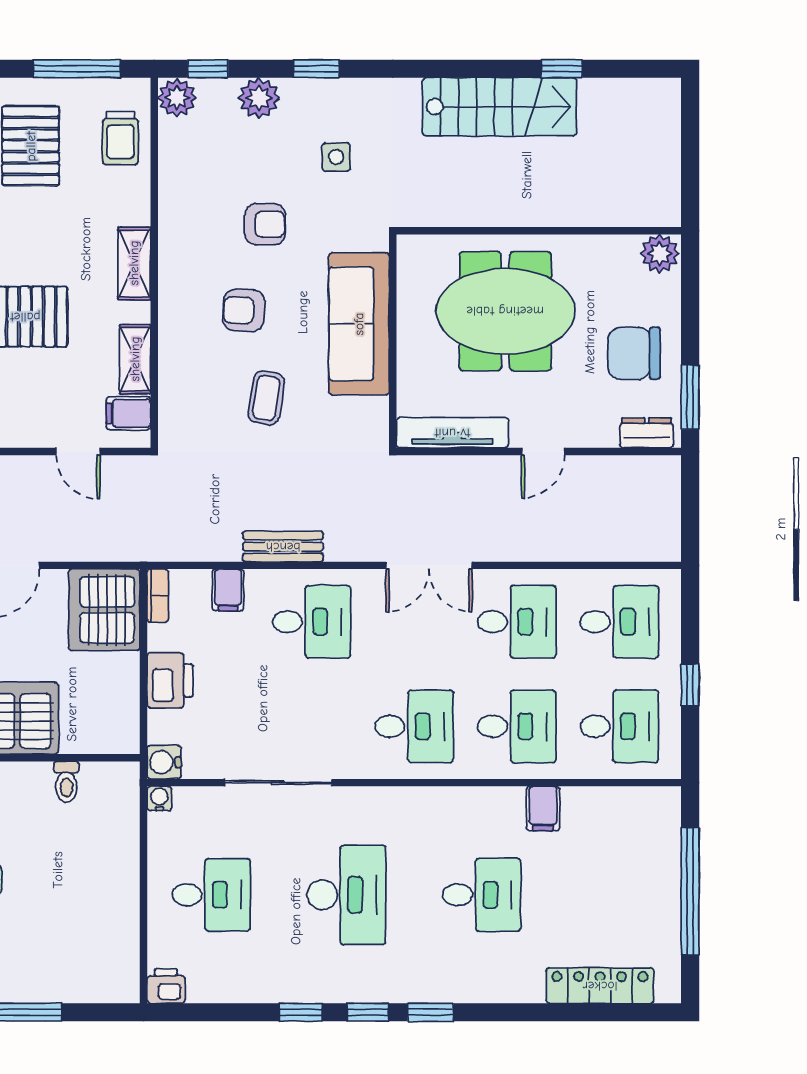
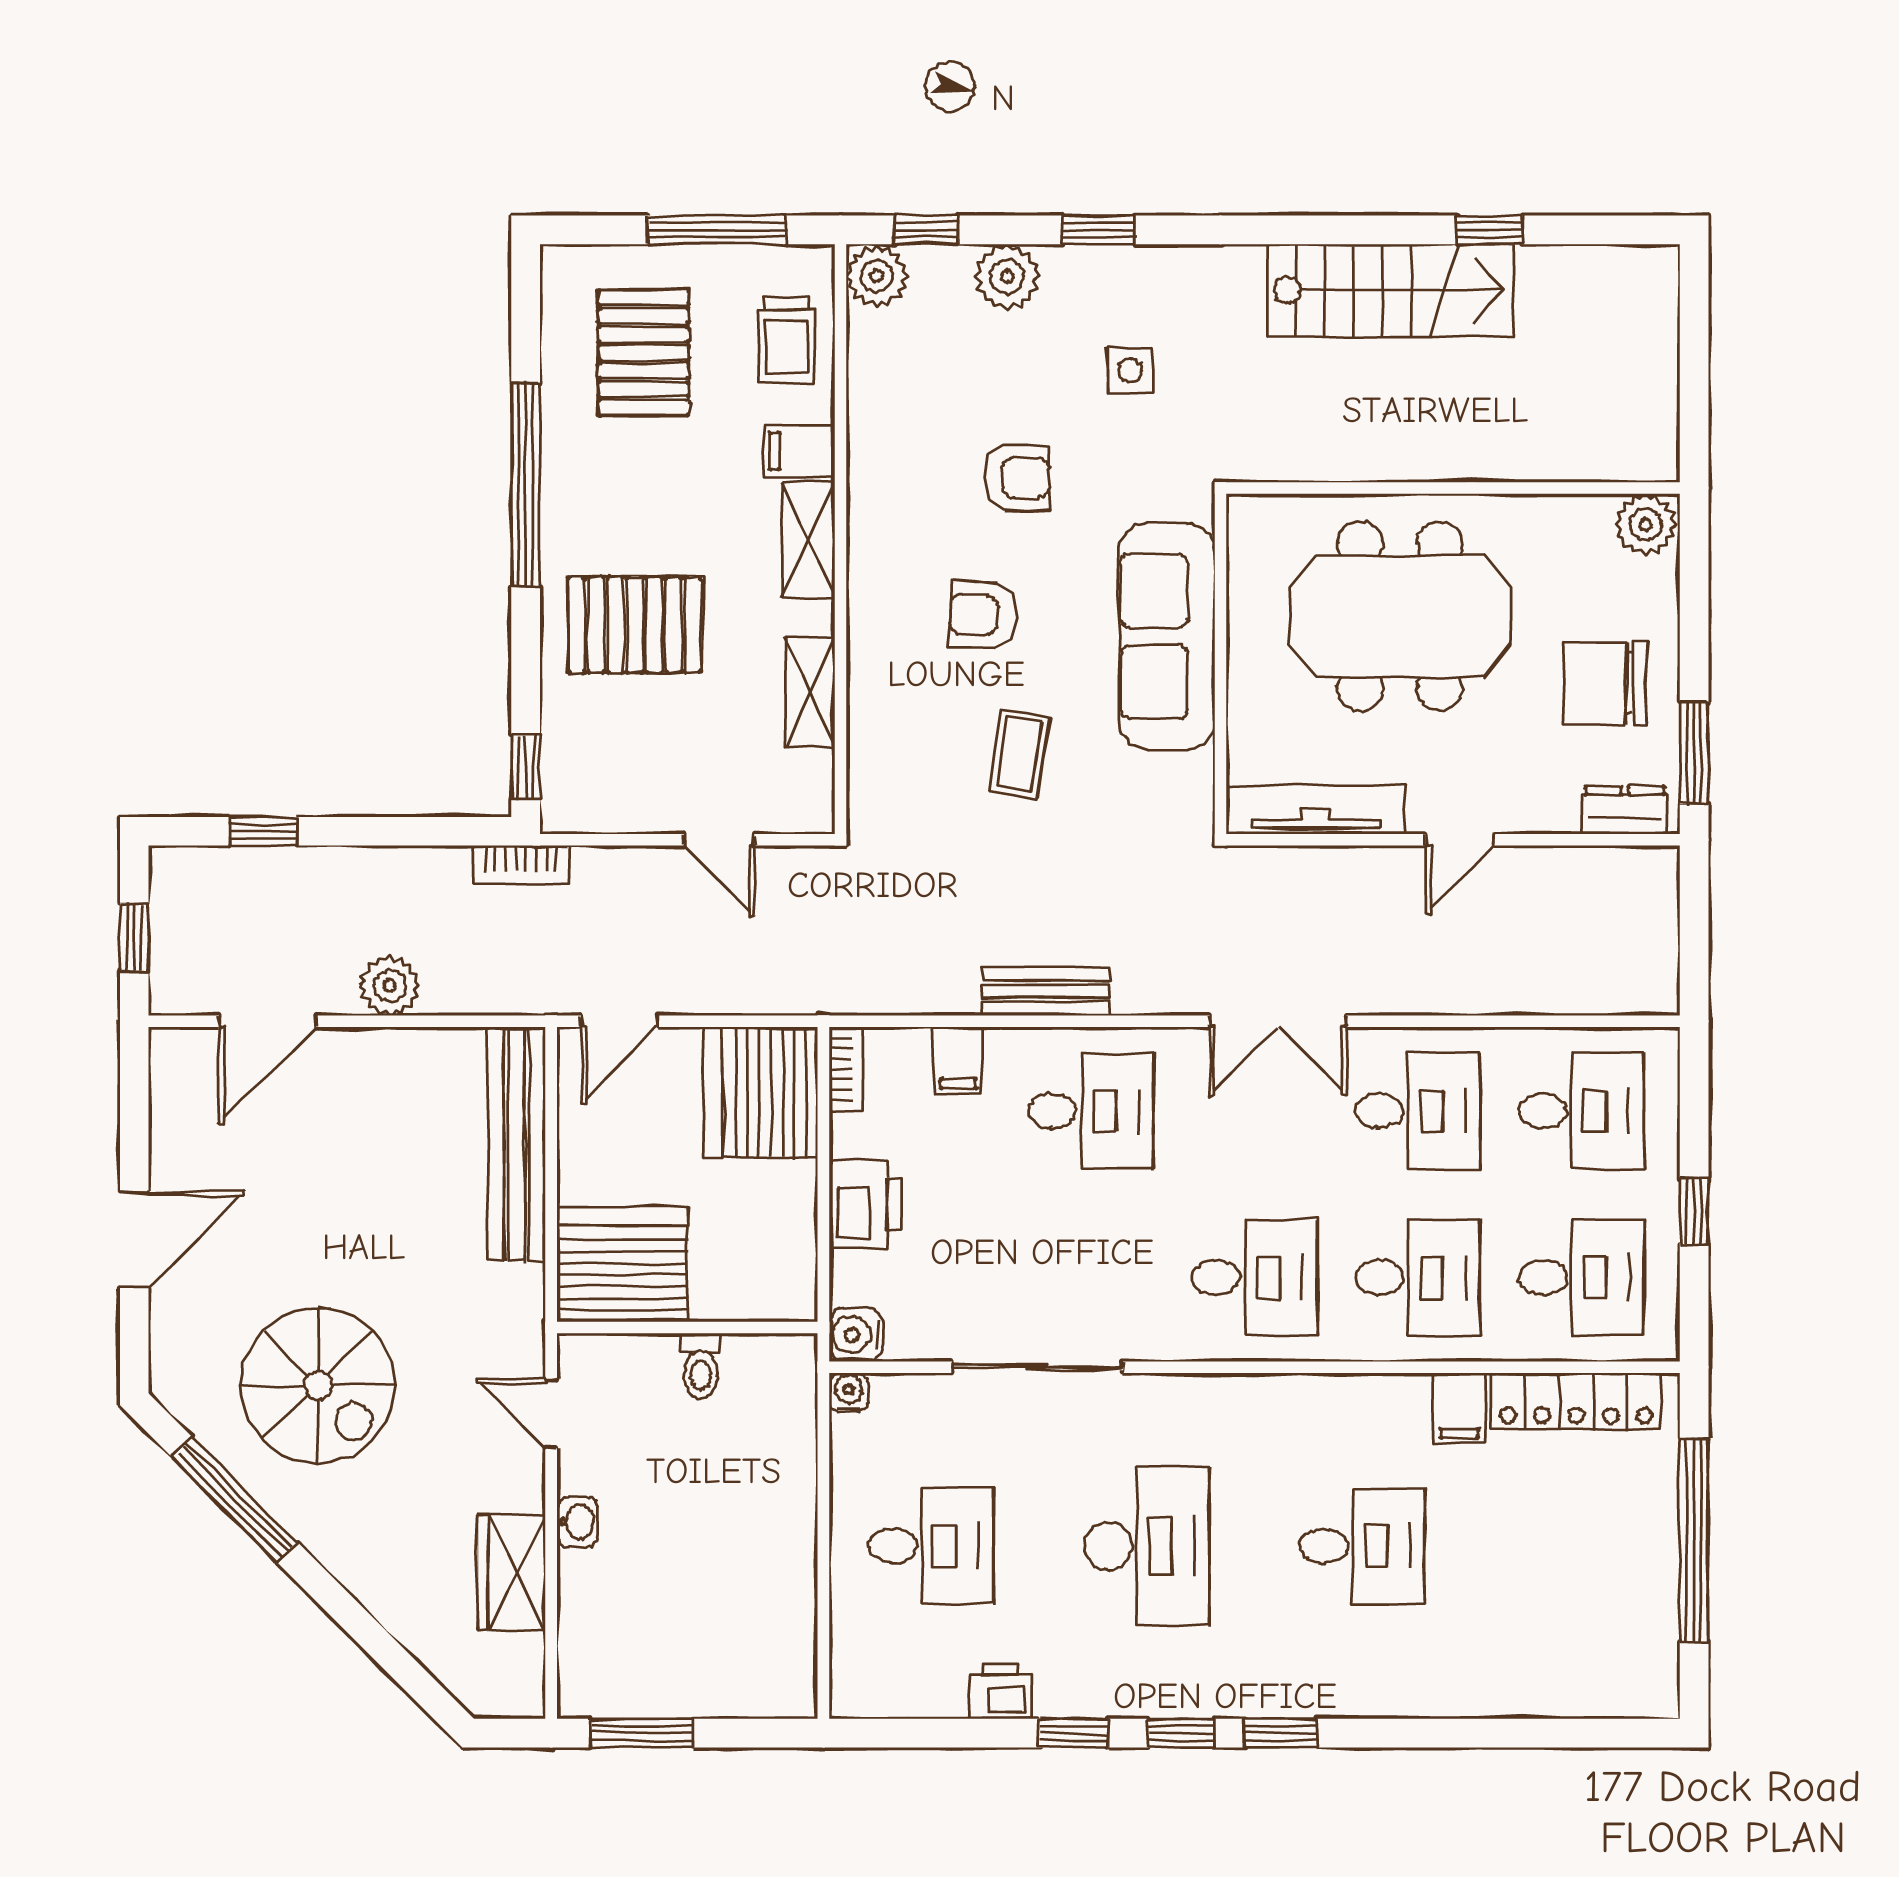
filing cabinet: (128, 413) -> (799, 451), moved
printer: (166, 986) -> (1000, 1691), moved
locker: (600, 986) -> (1576, 1401), moved, turned 180

